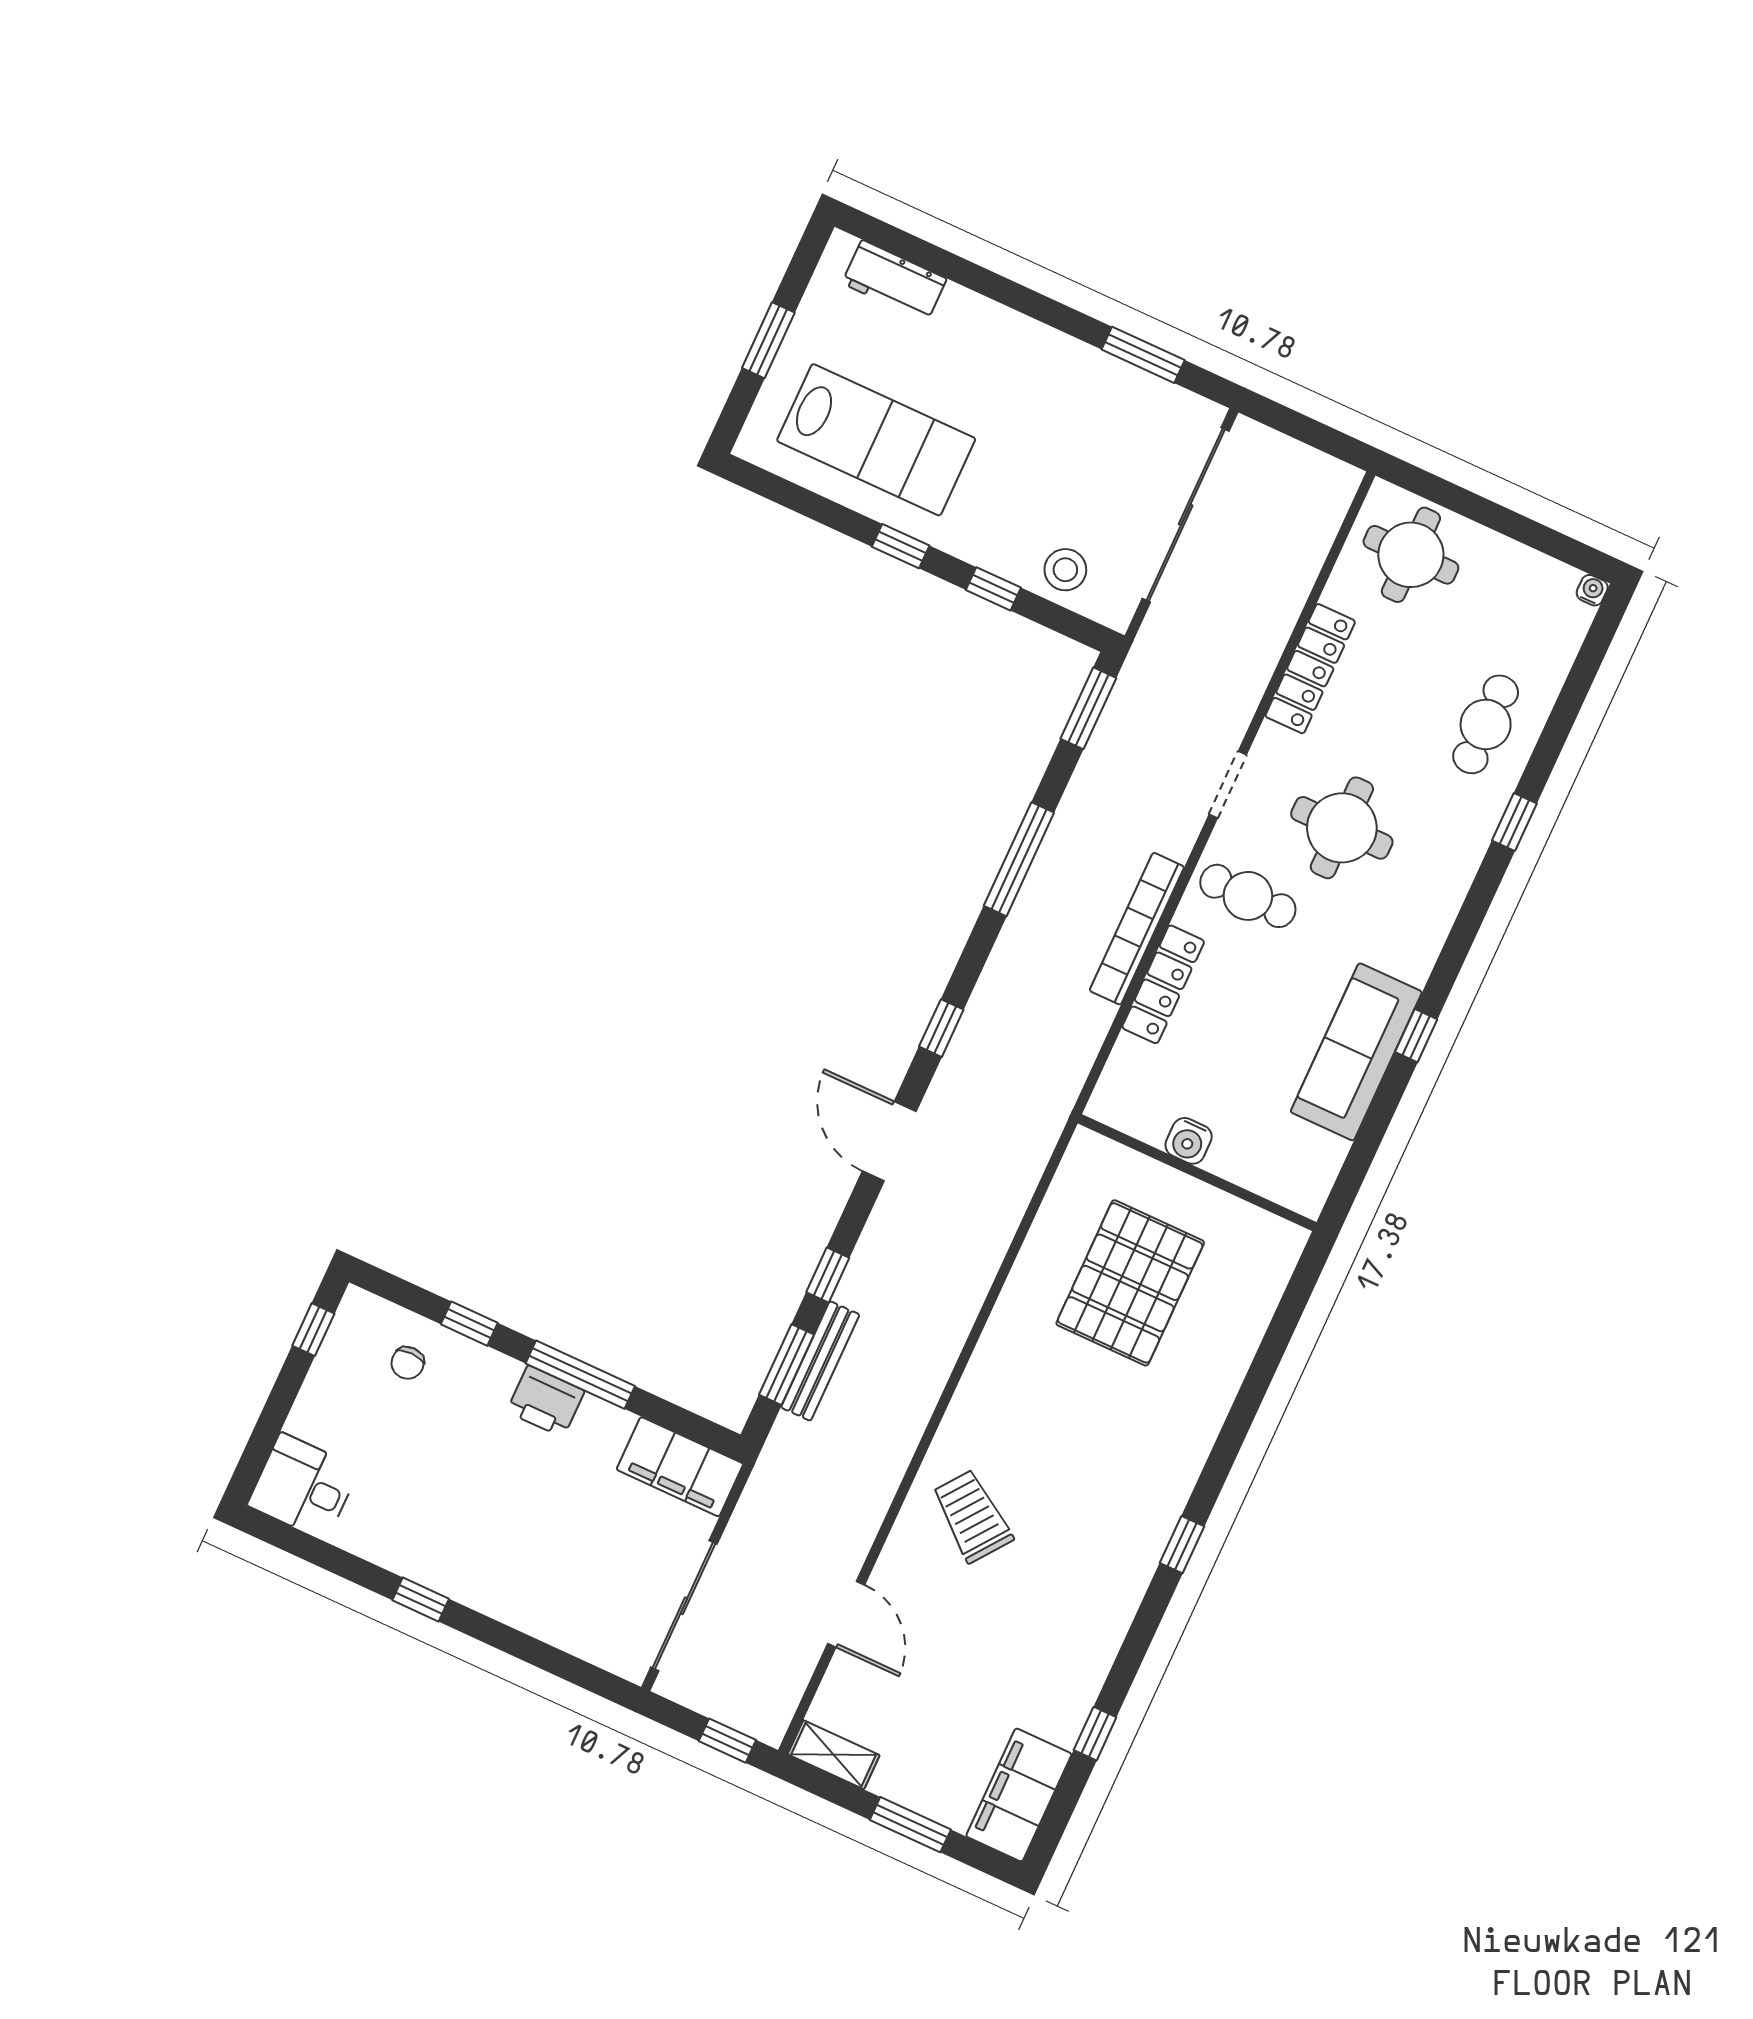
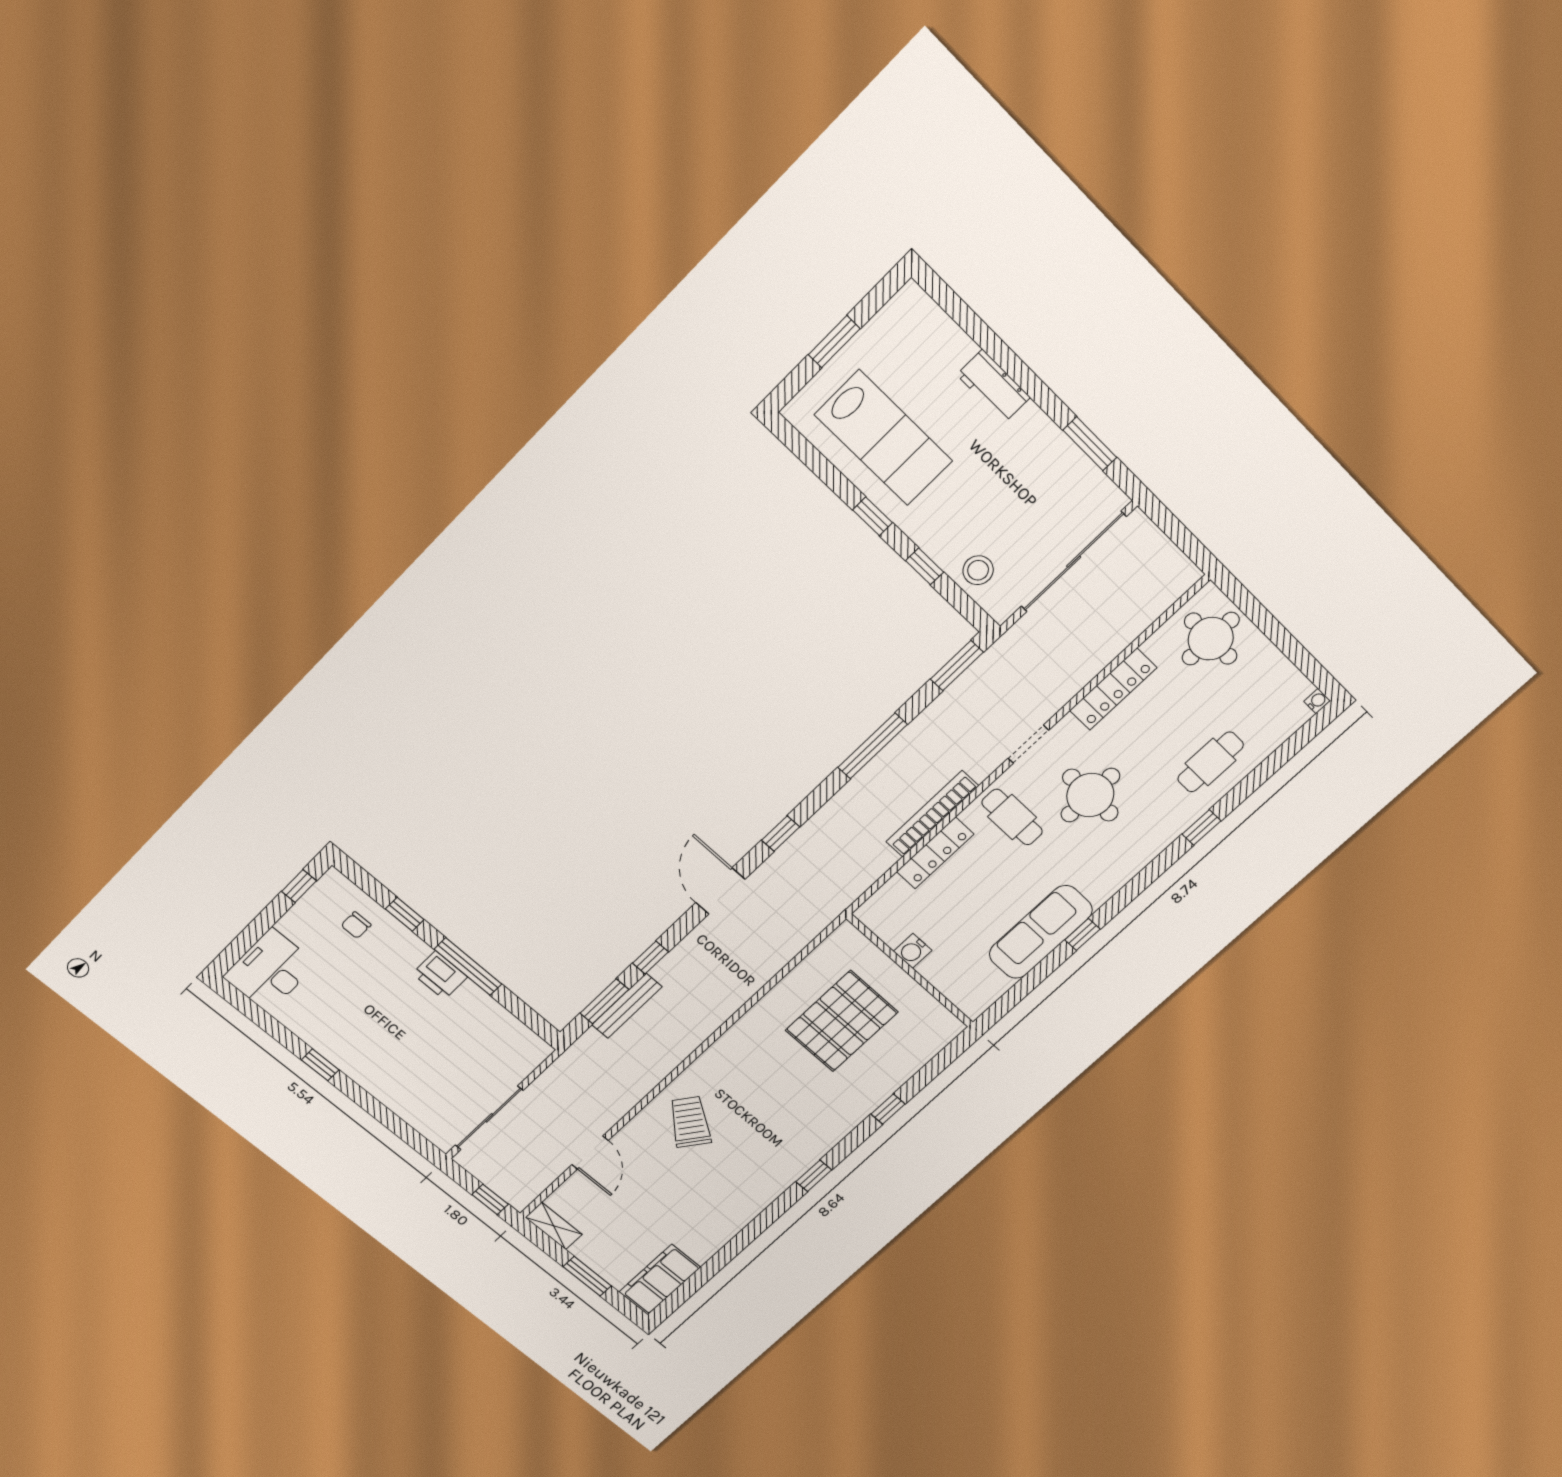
workbench: (894, 281) -> (994, 386), moved
filing cabinet: (680, 1467) -> (514, 1039), removed
desk: (303, 1487) -> (270, 970), width x1.37
window: (1095, 1734) -> (888, 1109), moved

